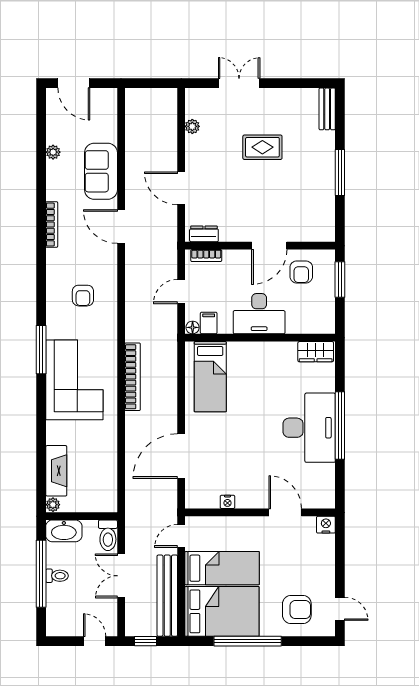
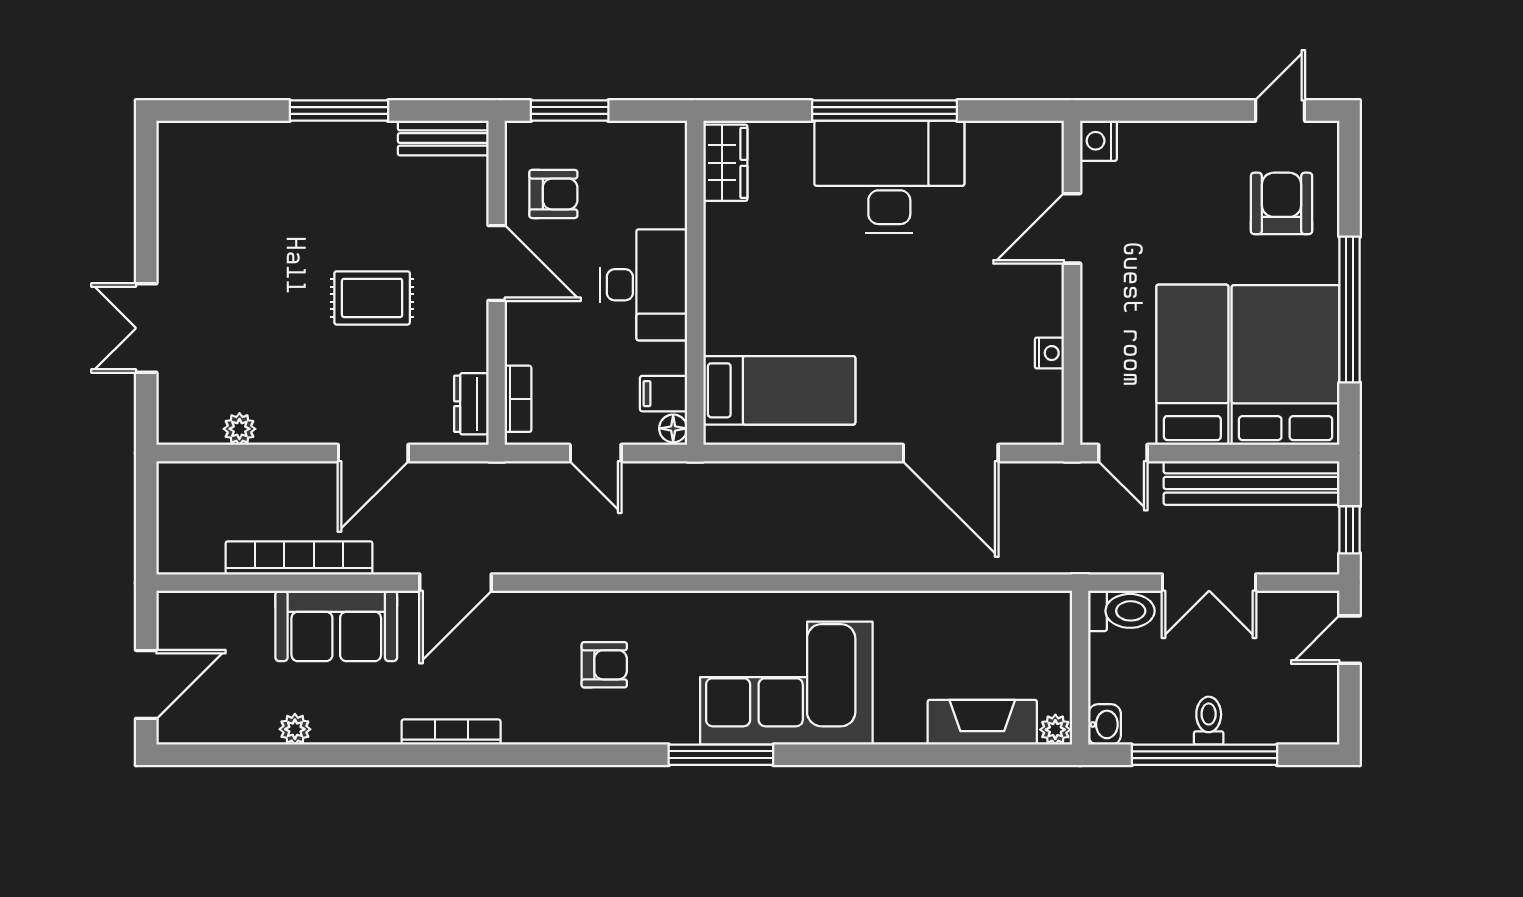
bench: (327, 109) -> (443, 138), moved
rug: (262, 147) -> (372, 298), moved, turned 90
bookcase: (132, 377) -> (299, 558), moved
washbasin: (64, 531) -> (1105, 724), width x0.52, depth x0.69

